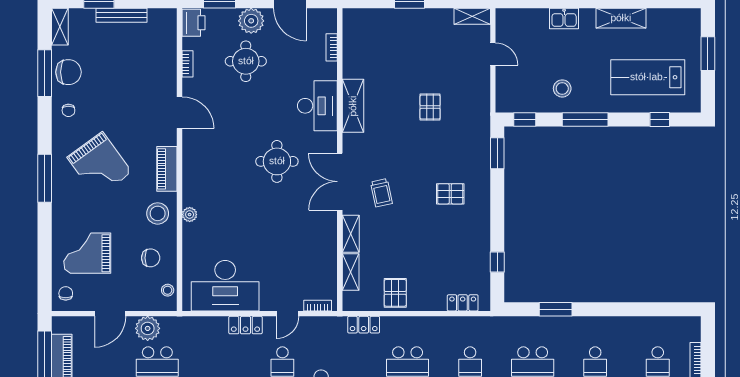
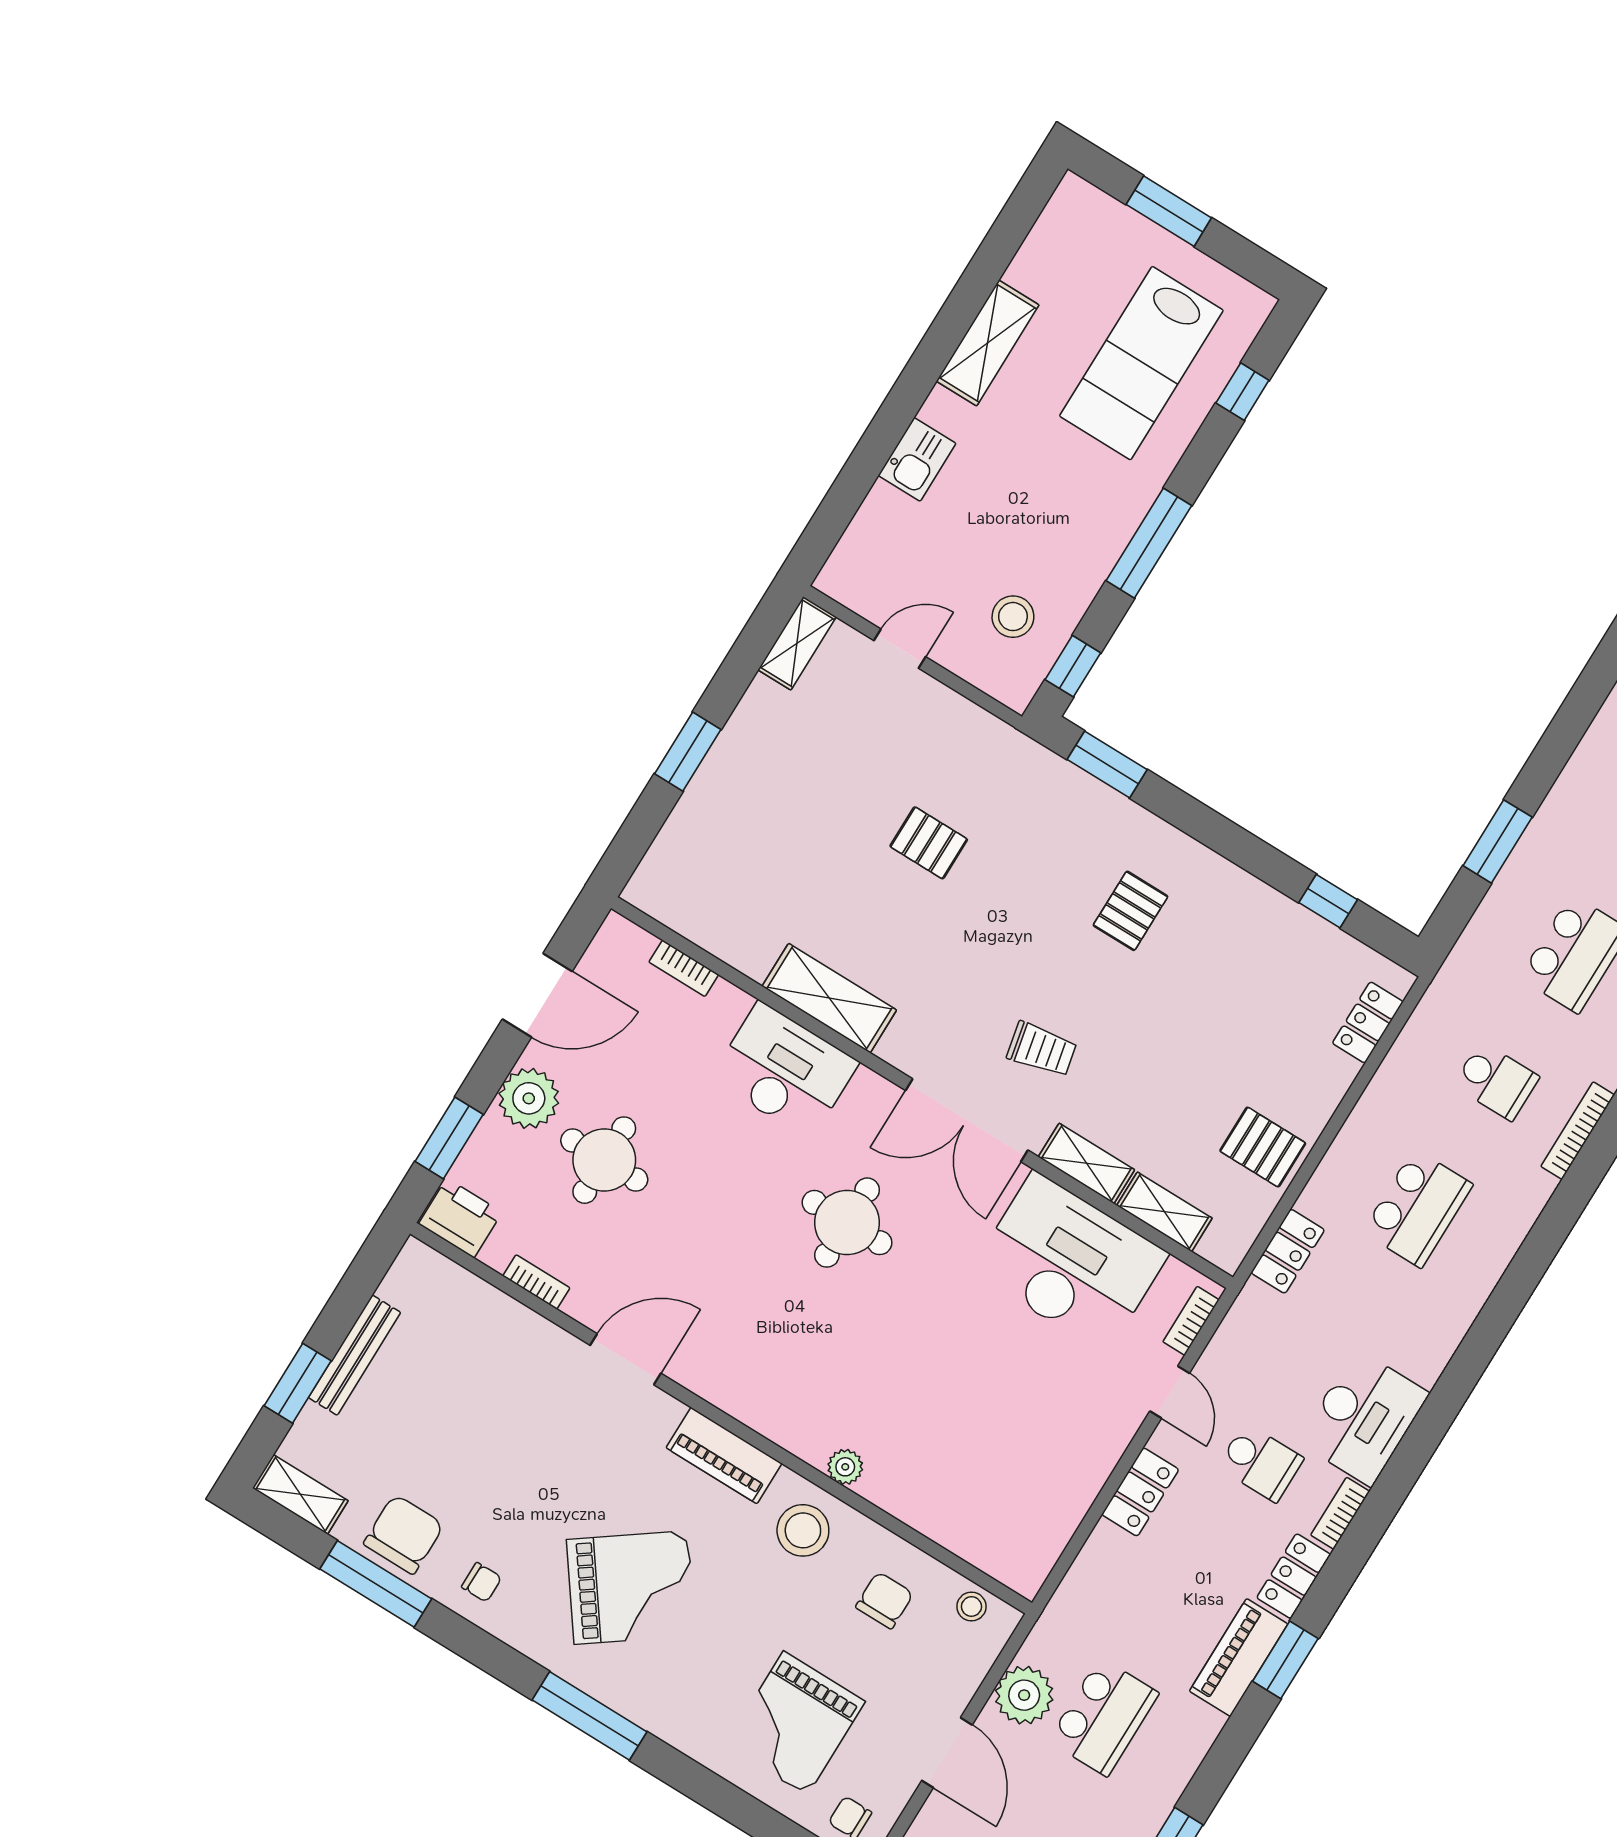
stool: (562, 88) -> (1013, 617), moved
desk: (225, 286) -> (1070, 1262), moved, turned -90

